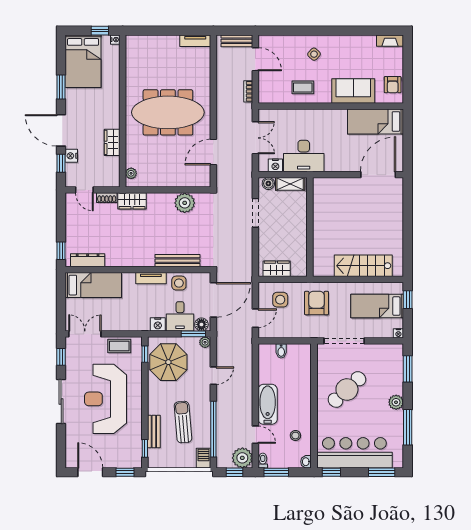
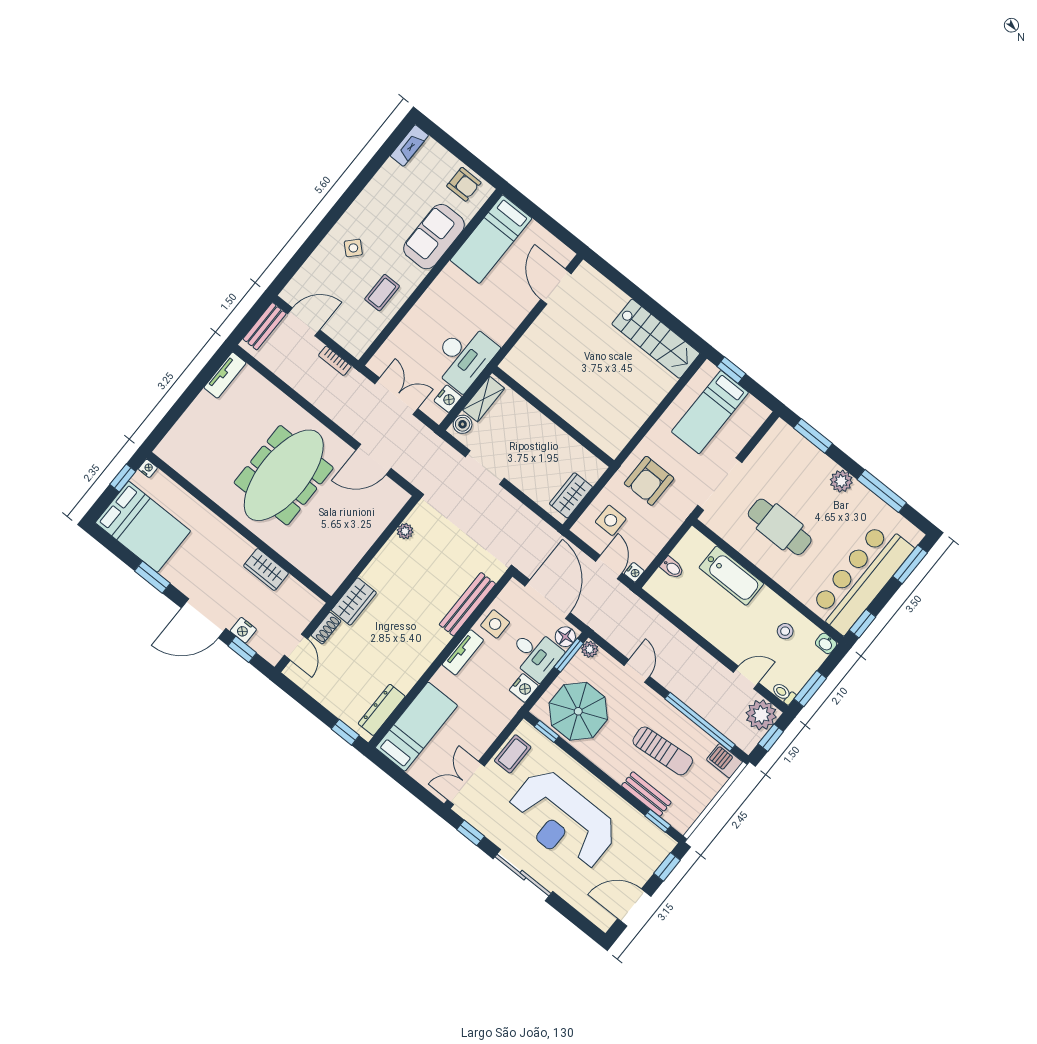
door: (213, 152) -> (373, 459), hinge flipped
plant: (131, 173) -> (320, 576), removed
door: (378, 175) -> (556, 287), width x0.73
door: (84, 190) -> (296, 647), hinge flipped
plant: (185, 203) -> (405, 531), width x0.53, depth x0.53
stairs: (363, 266) -> (656, 339), moved, turned -90
armchair: (316, 303) -> (649, 481), turned -90
nightstand: (398, 333) -> (634, 572), moved
cafe table: (347, 389) -> (780, 527), turned -47
bathtub: (268, 404) -> (731, 576), moved, turned 180
sun lounger: (183, 422) -> (663, 751), turned 180

